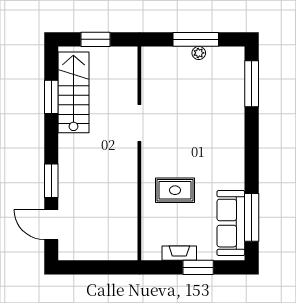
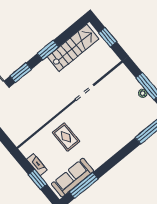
window: (51, 97) -> (48, 50), moved

